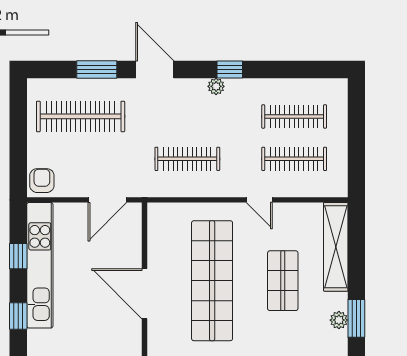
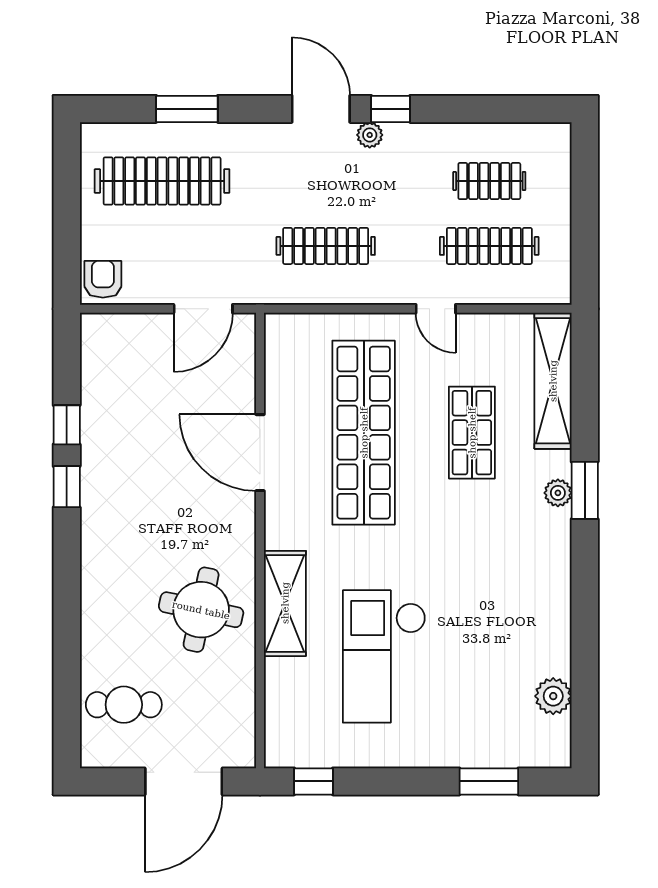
door: (155, 69) -> (321, 109), moved
clothes rail: (294, 116) -> (489, 181), width x0.73
window: (18, 256) -> (67, 425), moved
kitchen unit: (40, 265) -> (100, 409), removed

